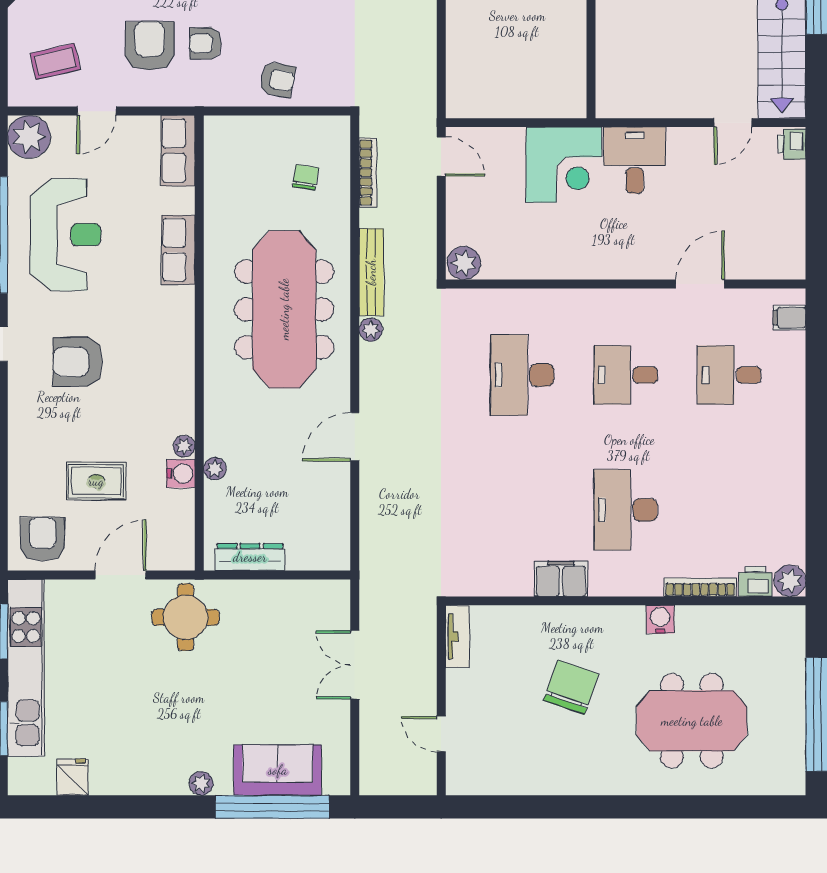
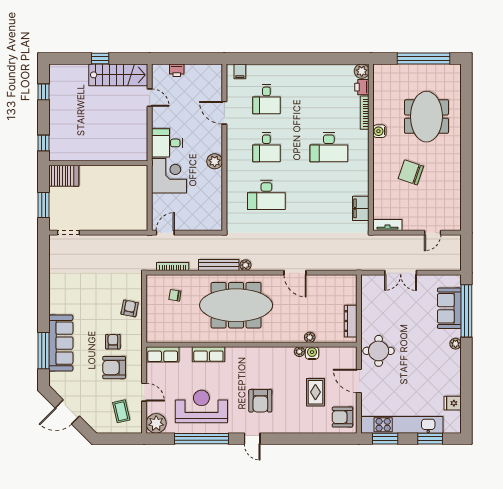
armchair: (205, 43) -> (113, 342), turned 180
printer: (792, 144) -> (177, 70), moved
plant: (464, 263) -> (215, 161), moved
filing cabinet: (561, 579) -> (361, 208), moved

